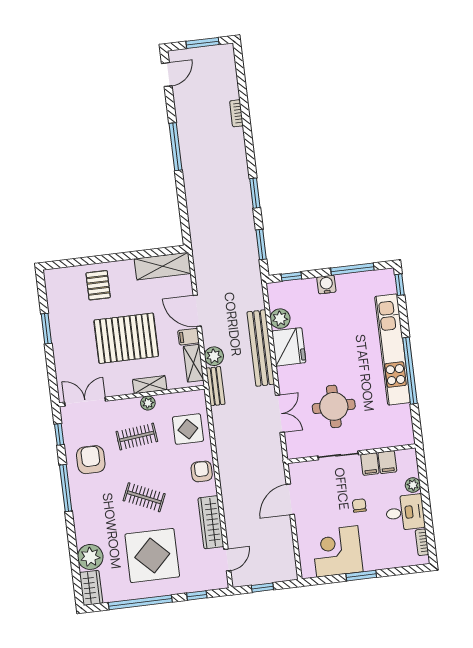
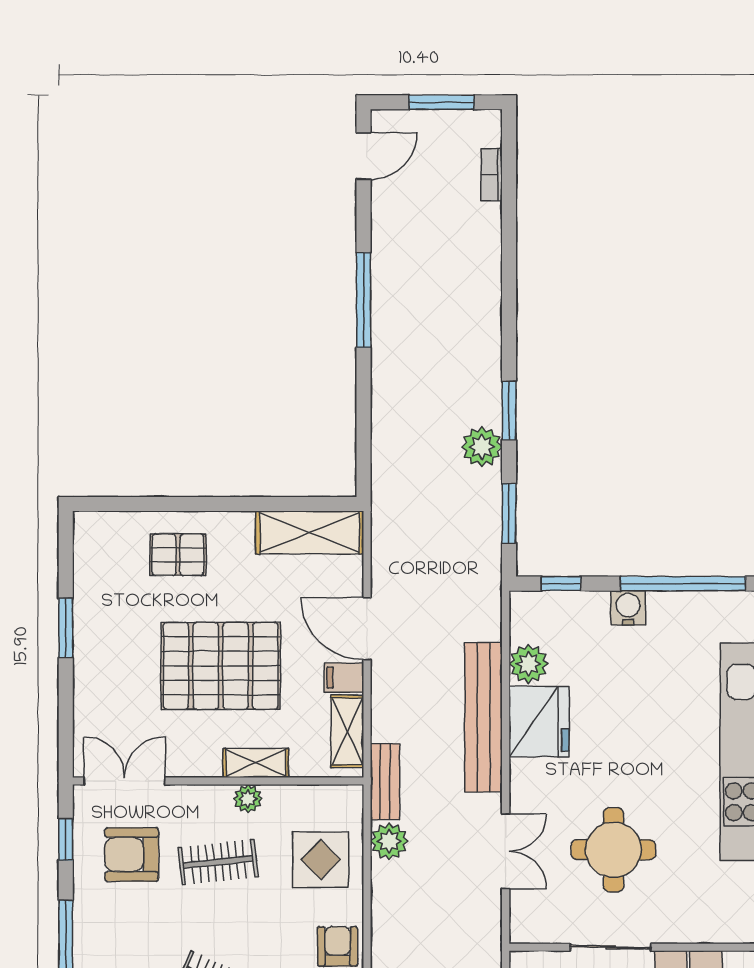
bookcase: (236, 113) -> (492, 175), moved
plant: (244, 213) -> (482, 447), added
window: (352, 269) -> (683, 584), width x1.46
pallet: (98, 285) -> (178, 555), turned 90
plant: (214, 356) -> (389, 841), moved
armchair: (91, 460) -> (132, 855), moved, turned -90

